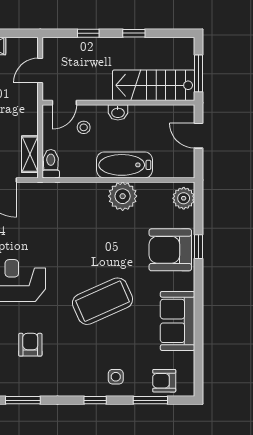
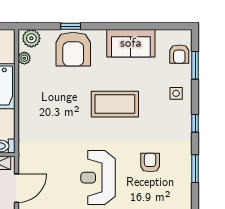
plant: (123, 196) -> (24, 58), moved, width x0.53, depth x0.53
coffee table: (102, 301) -> (115, 104), turned -66
armchair: (30, 345) -> (150, 163), turned 90
window: (95, 400) -> (195, 123), moved

